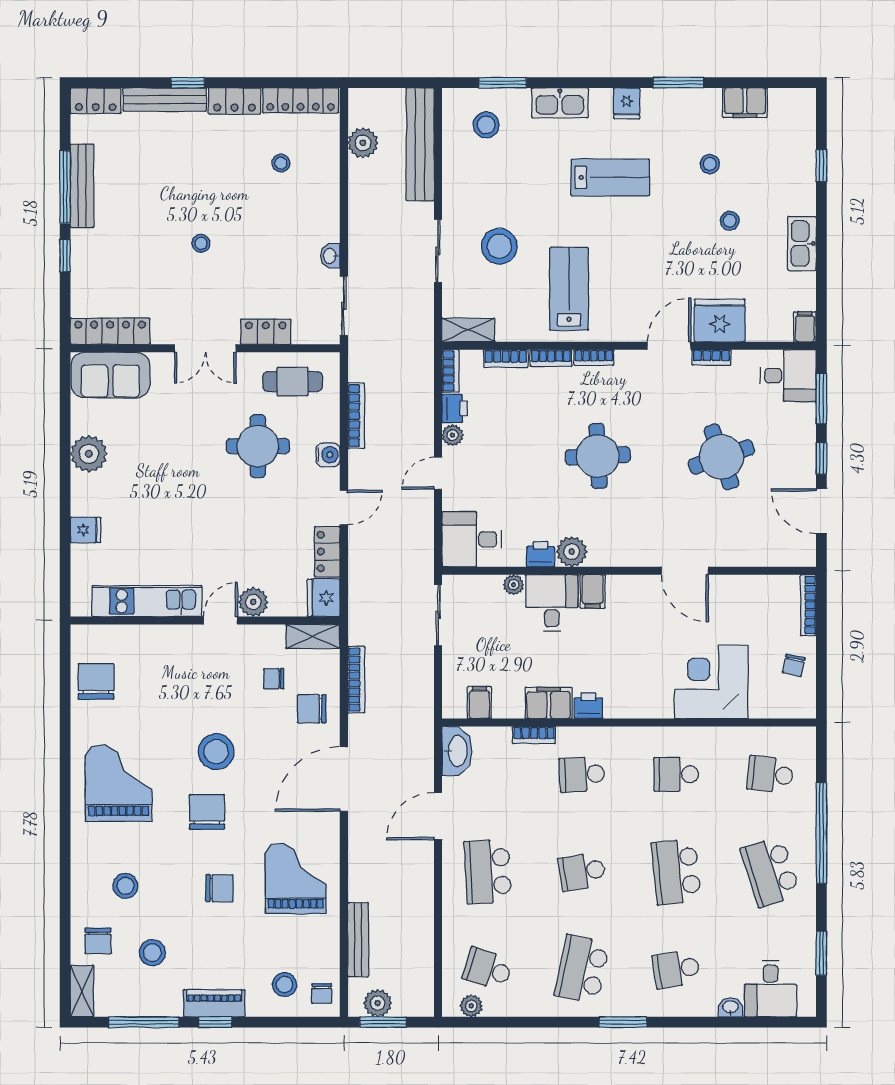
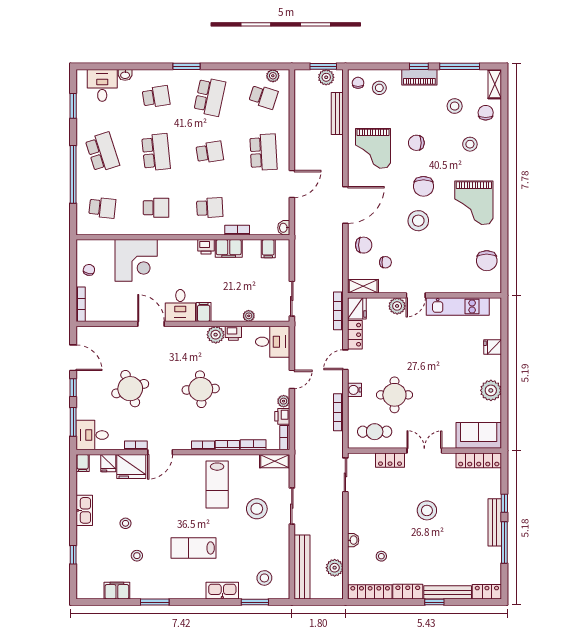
fridge: (627, 103) -> (108, 463), moved, turned 180
bench: (82, 186) -> (495, 522), moved
stool: (201, 243) -> (427, 510), width x1.89, depth x1.89
washbasin: (330, 256) -> (353, 540), moved
desk: (552, 603) -> (180, 305), moved
bookcase: (356, 680) -> (338, 311), moved
washbasin: (457, 751) -> (284, 228), width x0.52, depth x0.69

